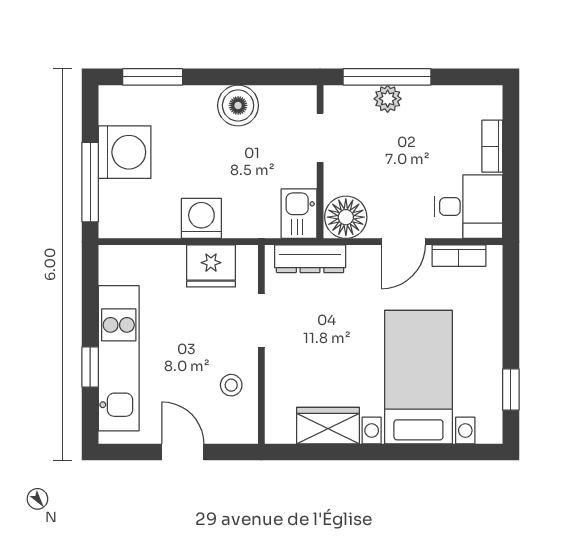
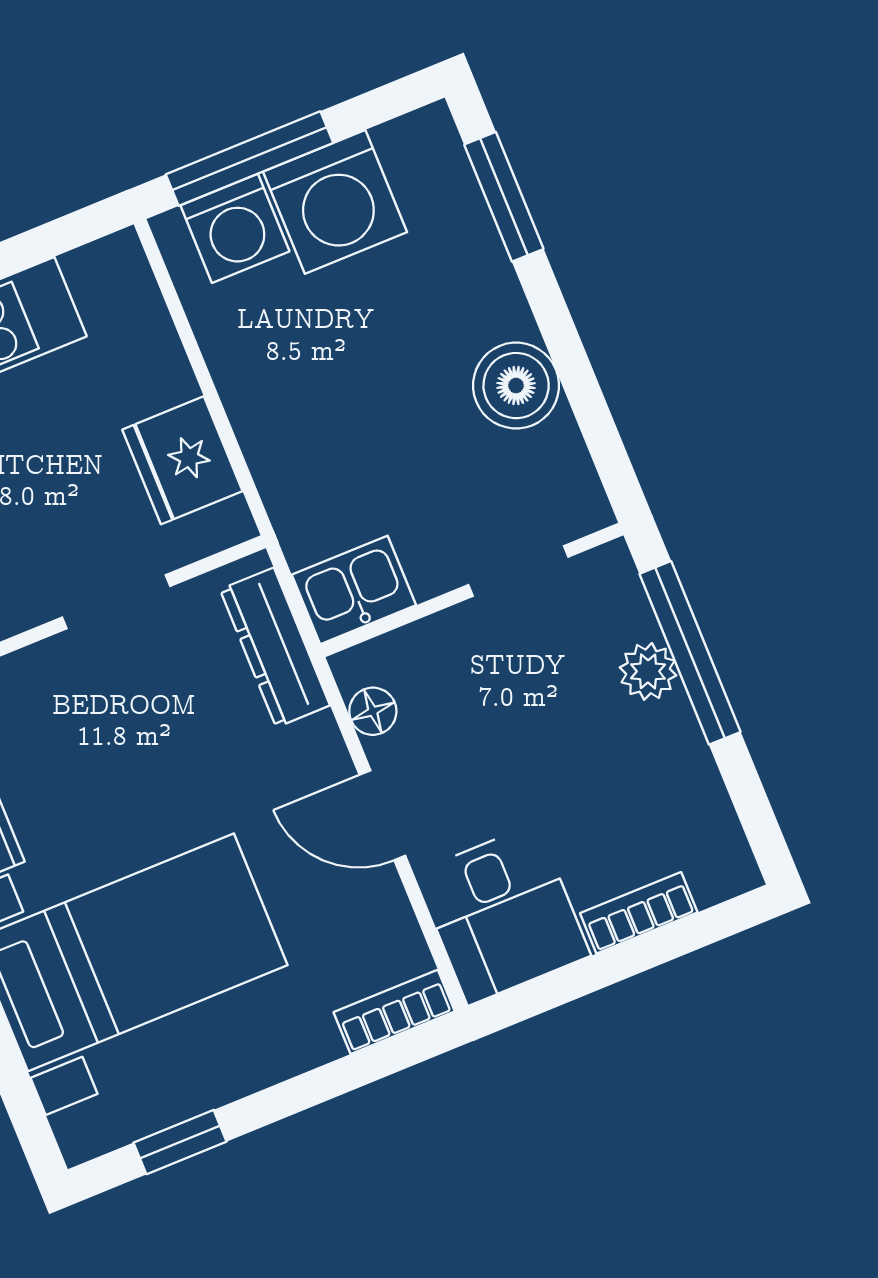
floor lamp: (346, 217) -> (373, 711), width x0.53, depth x0.53
washing machine: (201, 218) -> (235, 228), moved, turned 90
bookcase: (459, 256) -> (394, 1012), moved, turned 90

